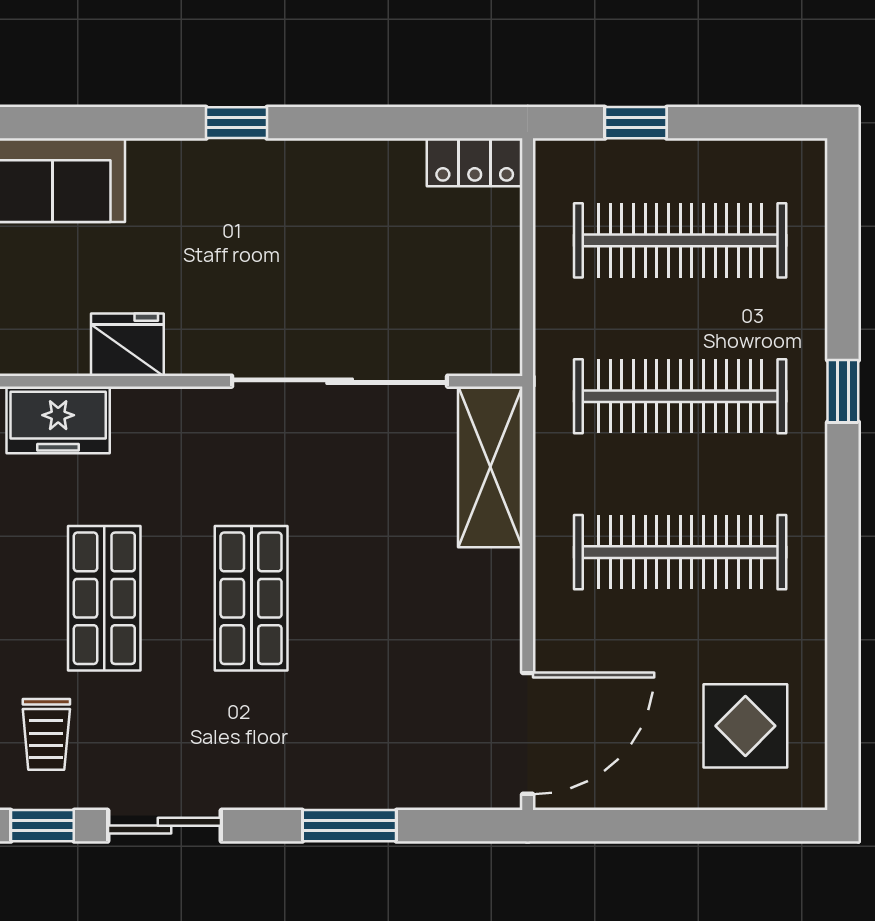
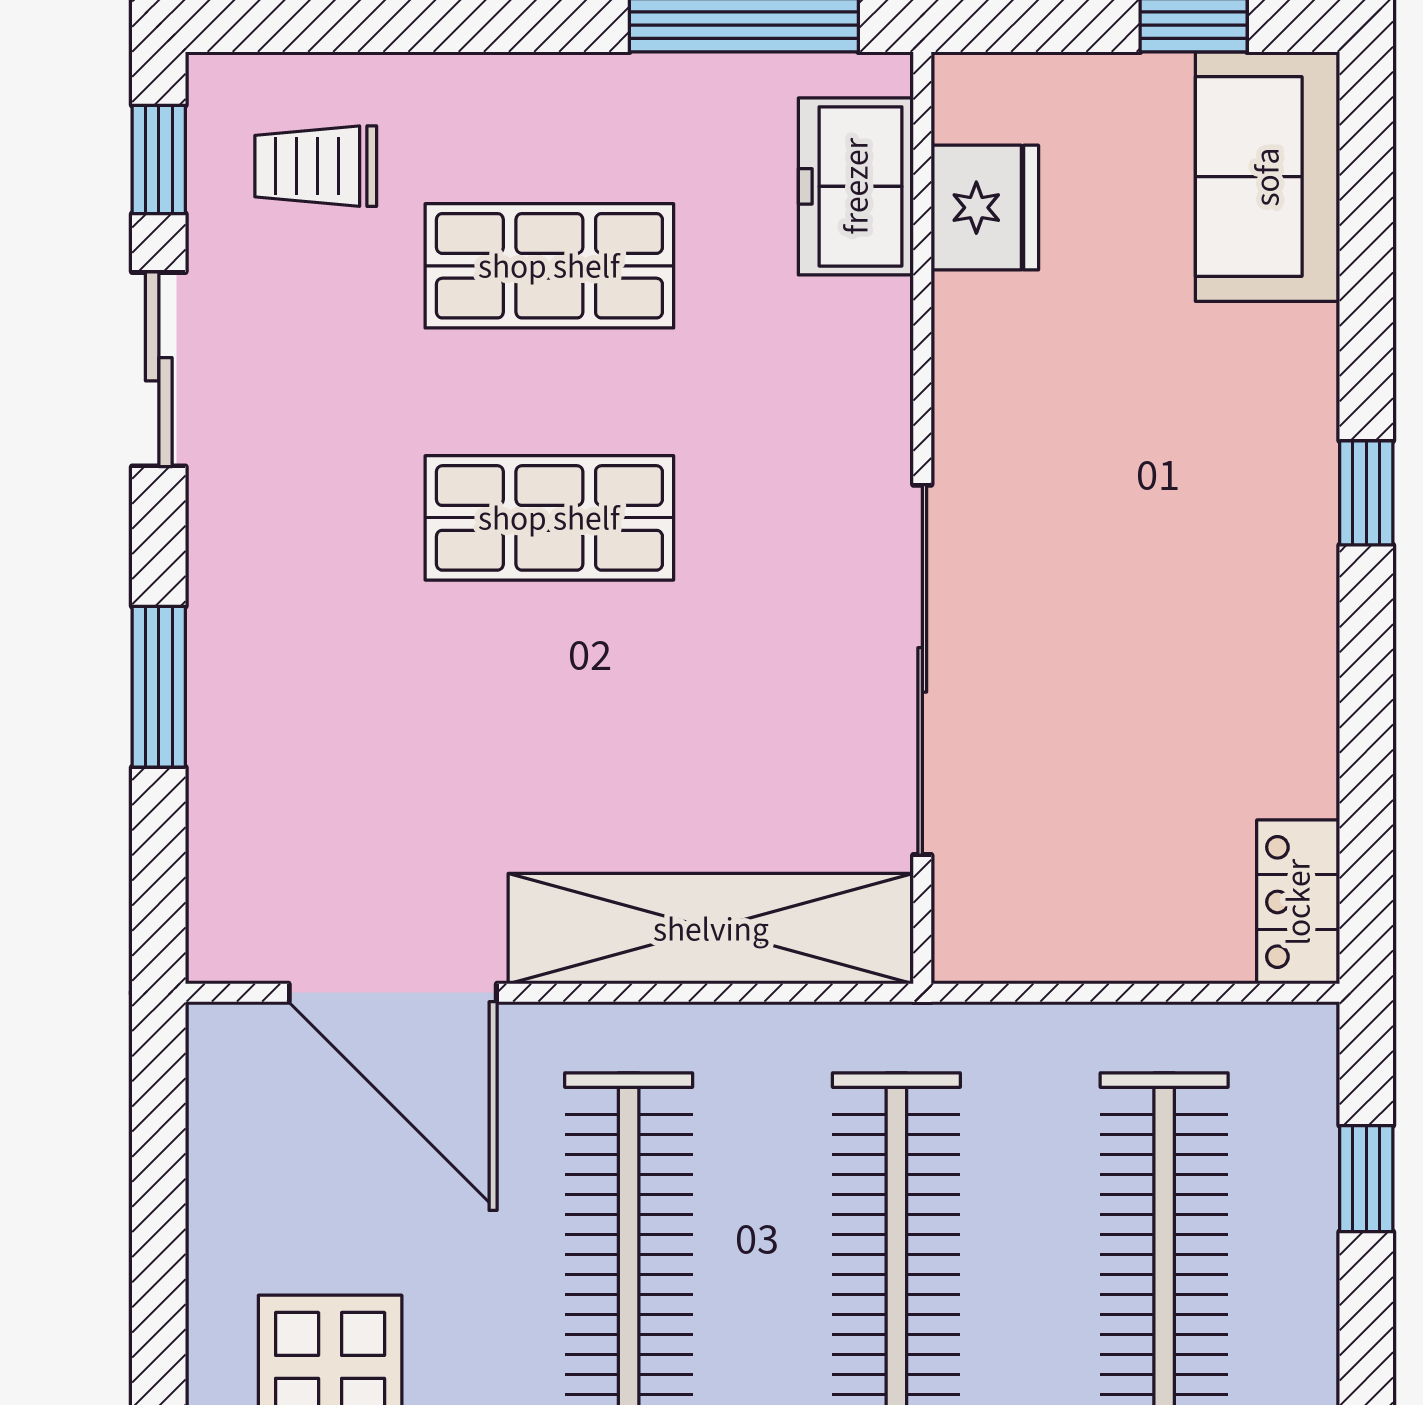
fridge: (127, 345) -> (985, 208), moved
shelving: (490, 467) -> (711, 929), width x1.47
door: (528, 733) -> (393, 993), moved

